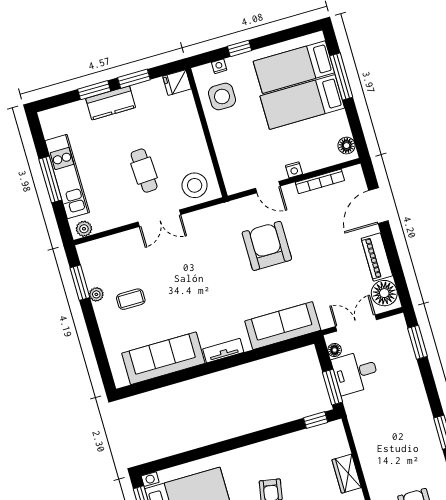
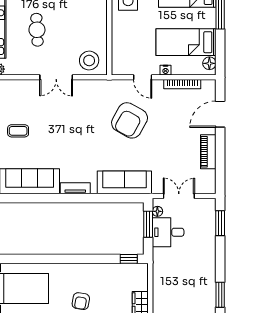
bed: (302, 102) -> (186, 42), moved
cafe table: (144, 171) -> (37, 30), moved
armchair: (267, 246) -> (130, 120), turned -151
floor lamp: (384, 293) -> (206, 180), removed
window: (332, 387) -> (148, 224), moved

